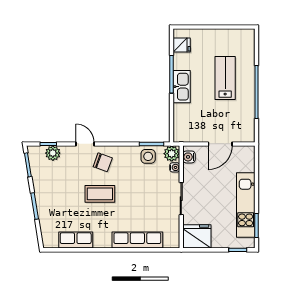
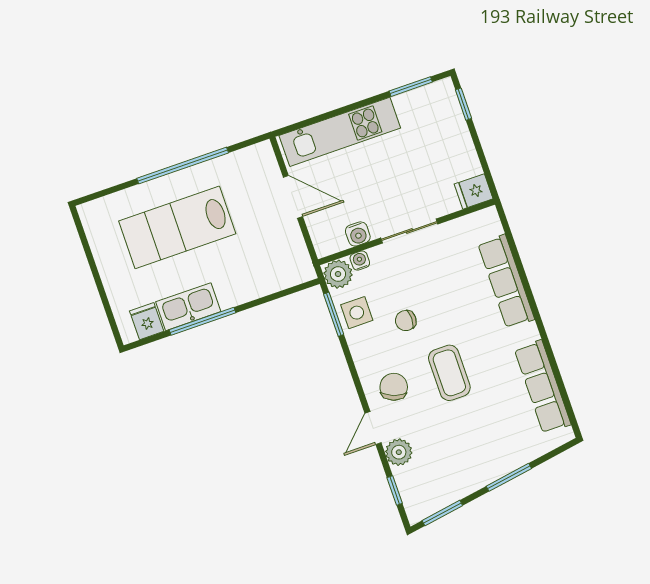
lab bench: (225, 78) -> (177, 227), width x1.36, depth x1.39
kitchen sink: (182, 87) -> (188, 307), moved
plant: (53, 153) -> (399, 452), moved
water cooler: (189, 157) -> (358, 234), moved
chair: (135, 181) -> (406, 321), added
kitchen unit: (246, 205) -> (340, 132), moved
fridge: (197, 236) -> (474, 191), width x0.53, depth x0.75
row of seats: (76, 240) -> (543, 387), width x1.48

